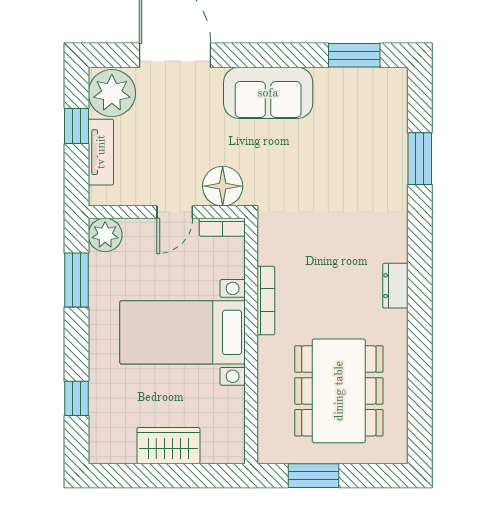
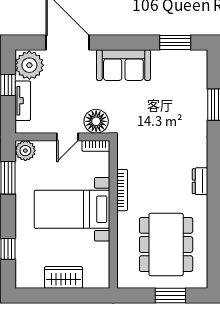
window: (314, 476) -> (170, 296), moved

